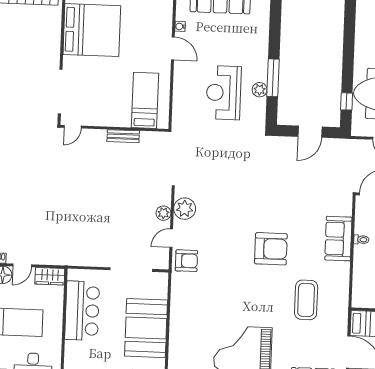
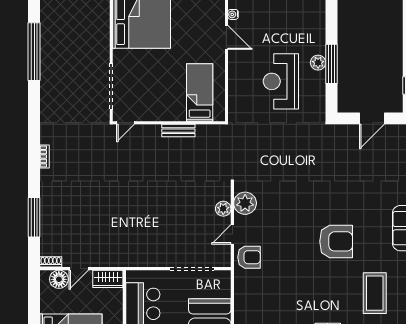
plant: (260, 90) -> (318, 63), moved

